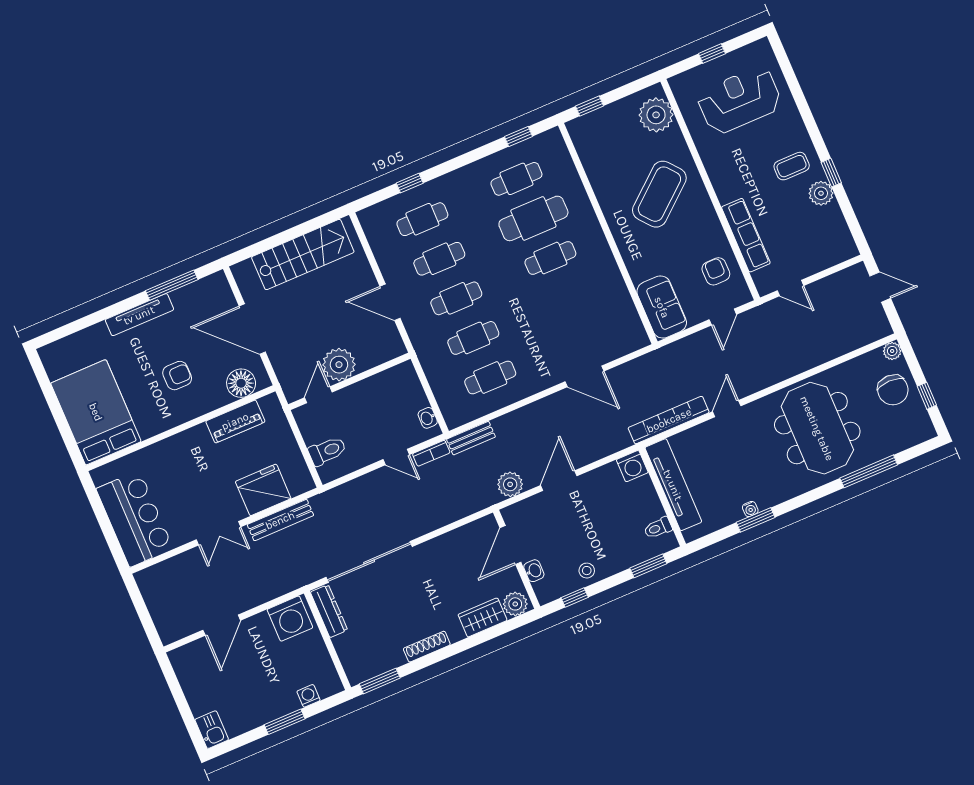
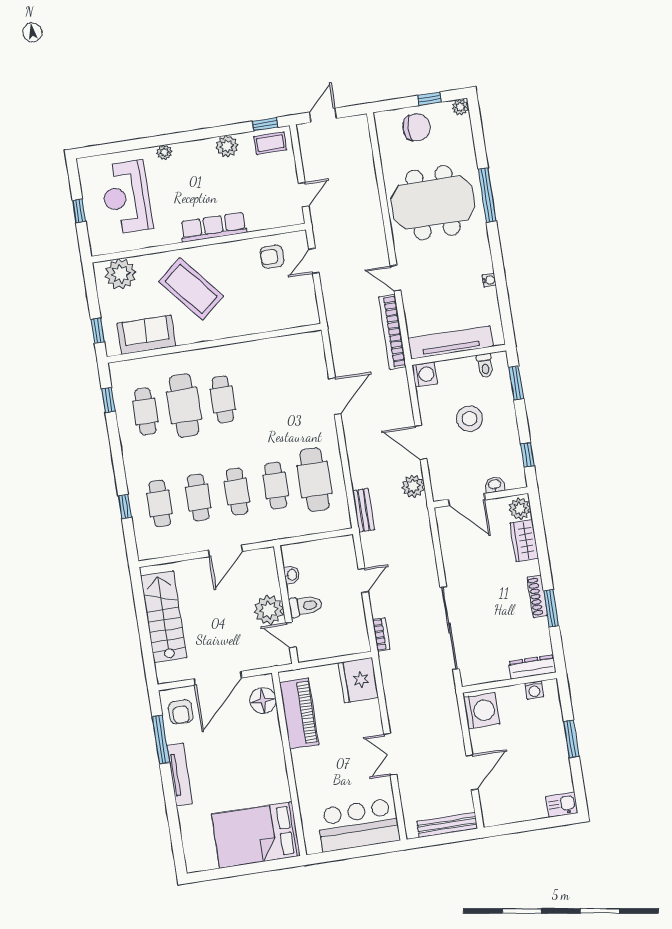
plant: (797, 128) -> (164, 152), added
coffee table: (792, 166) -> (270, 143), moved, turned 90
window: (831, 173) -> (265, 124), moved
row of seats: (746, 235) -> (214, 227), moved
sofa: (662, 307) -> (146, 335), moved
door: (723, 317) -> (314, 261), swing flipped
plant: (892, 351) -> (460, 107), moved
armchair: (177, 376) -> (181, 712), moved, turned 180
cafe table: (490, 378) -> (314, 480), width x1.37, depth x1.35
washbasin: (428, 418) -> (292, 575), moved, turned -90
piano: (235, 421) -> (299, 714), width x1.37, depth x1.33
toilet: (327, 451) -> (306, 606), moved, turned 90
bookcase: (431, 453) -> (381, 634), moved
window: (869, 471) -> (487, 195), moved
fridge: (263, 490) -> (358, 680), moved
bench: (280, 520) -> (447, 825), moved, turned 90
window: (756, 520) -> (500, 278), removed
double door: (218, 533) -> (390, 754), swing flipped
stool: (587, 571) -> (469, 419), moved, width x1.89, depth x1.89
dresser: (329, 611) -> (532, 667), moved
door: (222, 625) -> (472, 772), hinge flipped
window: (380, 681) -> (551, 608), moved
washing machine: (308, 696) -> (534, 690), moved, turned -90

